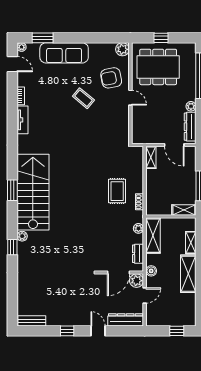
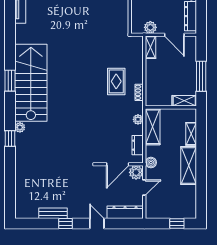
plant: (151, 138) -> (150, 27), added
bench: (32, 321) -> (53, 213), moved

